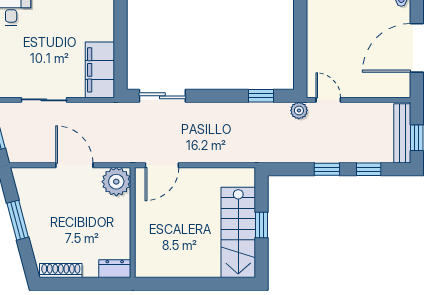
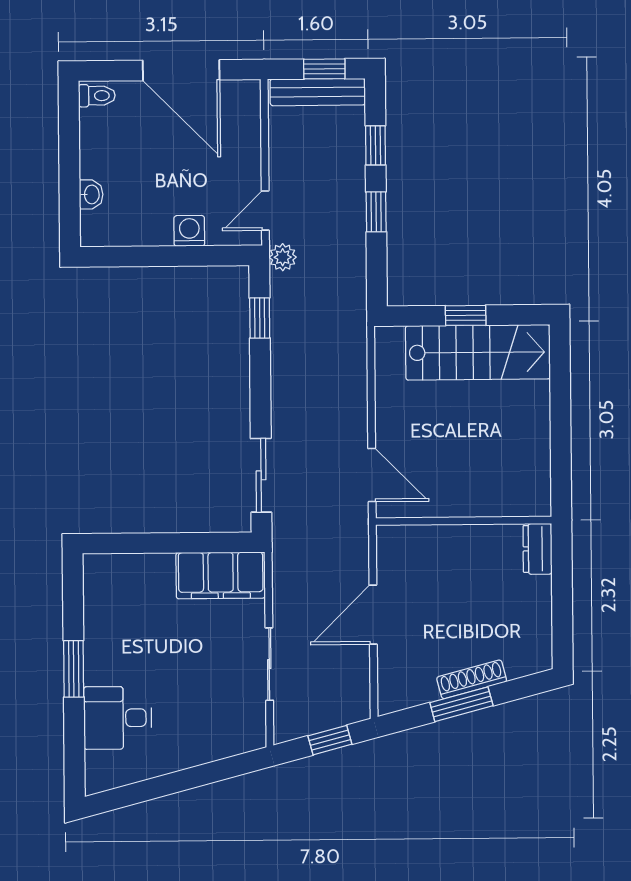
washing machine: (316, 52) -> (189, 231), added
plant: (116, 182) -> (399, 548), removed
shoe rack: (61, 270) -> (472, 679), moved, turned 75

